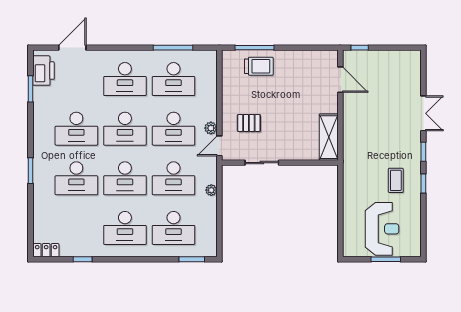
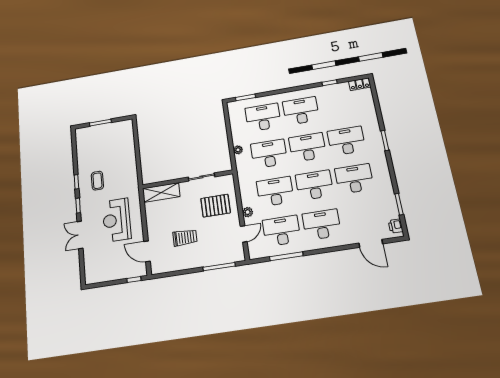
door: (72, 48) -> (371, 243), hinge flipped
trolley: (259, 66) -> (185, 238), moved, turned 180
printer: (43, 71) -> (396, 226), width x0.53, depth x0.68
pallet: (249, 123) -> (216, 206), width x1.50, depth x1.42
plant: (211, 128) -> (248, 212), moved
shelving: (329, 137) -> (161, 192), moved, turned 90
door: (219, 146) -> (244, 234), moved
reception desk: (382, 229) -> (117, 220), moved

